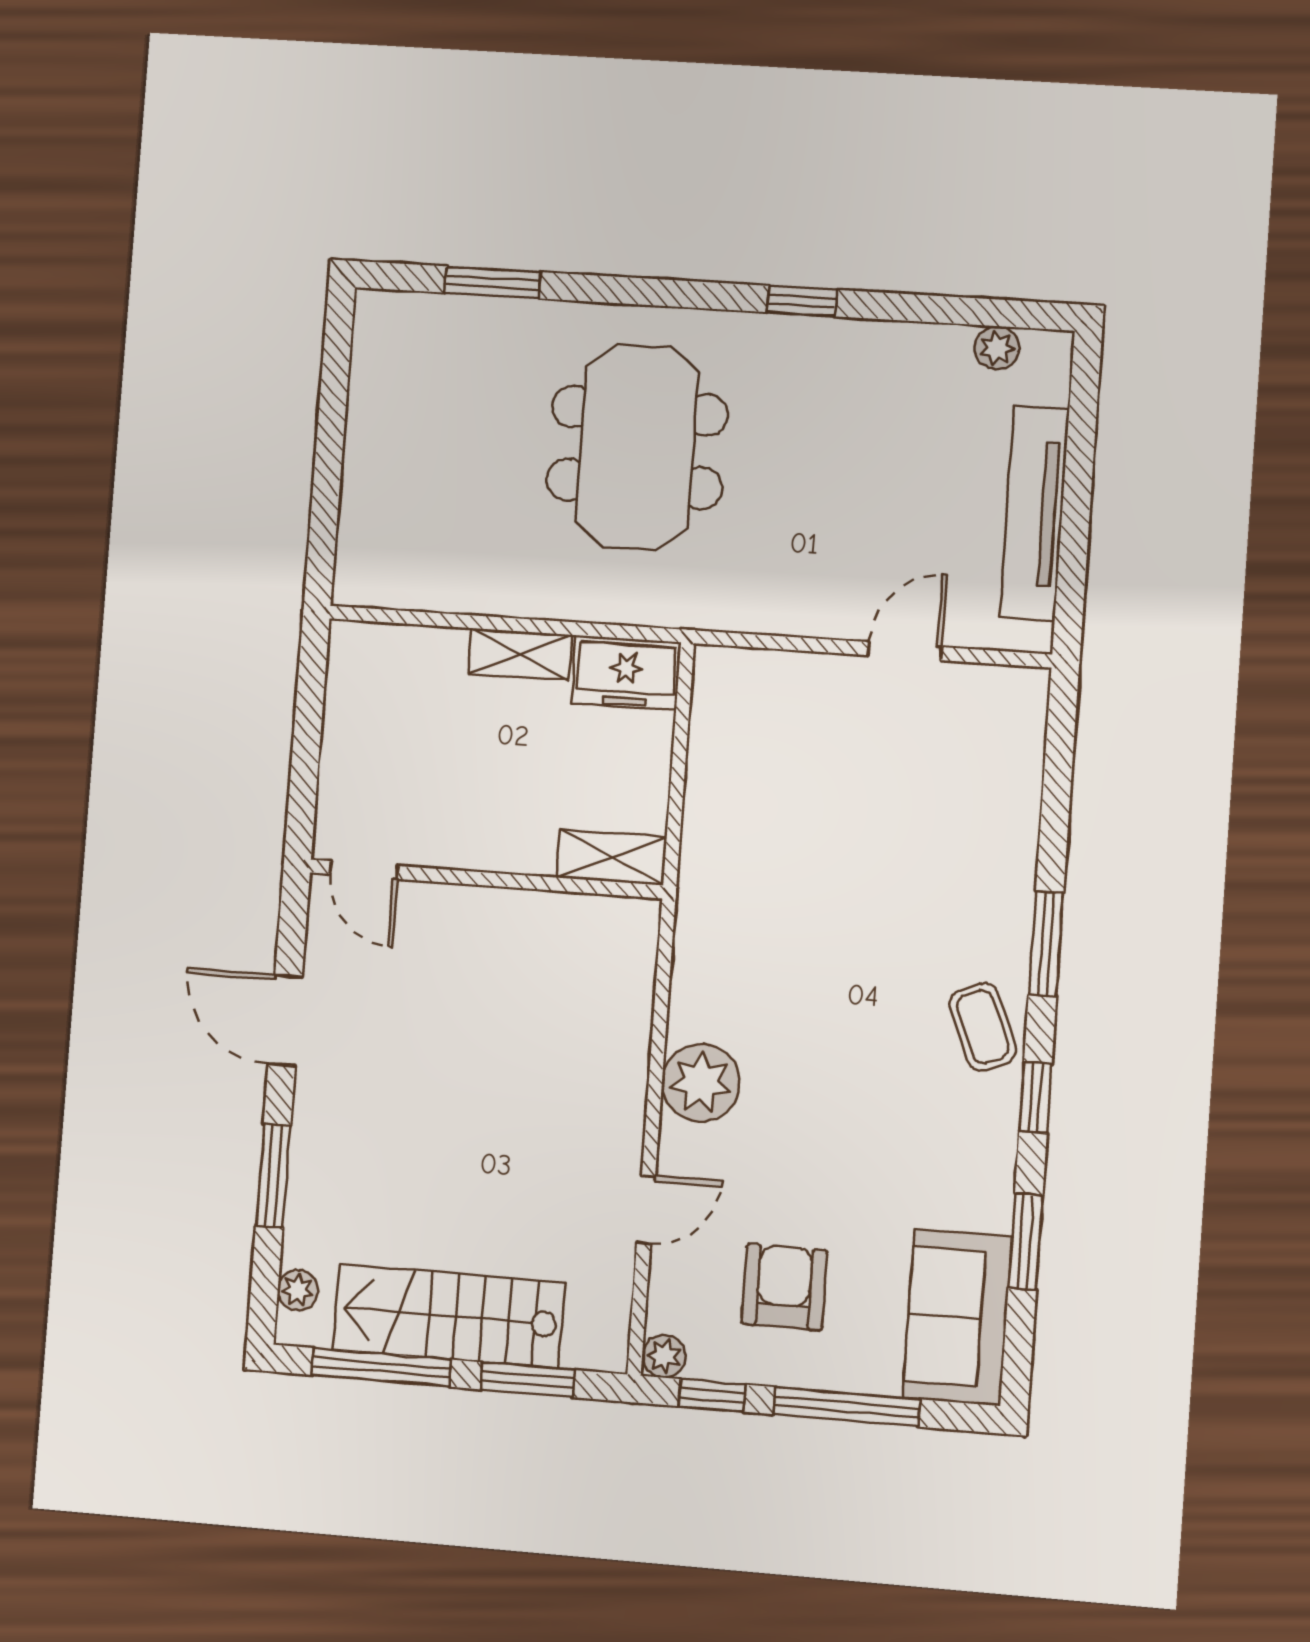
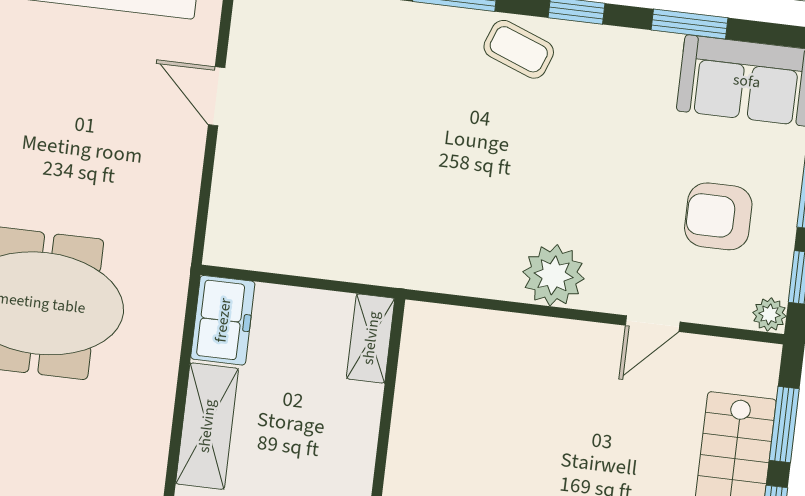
shelving: (520, 654) -> (207, 426), width x1.50, depth x1.33
coffee table: (983, 1027) -> (519, 49), turned 43
door: (646, 1209) -> (653, 324), swing flipped

